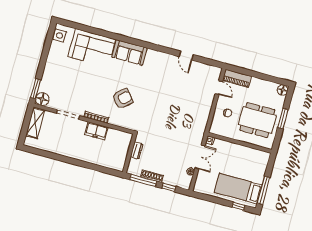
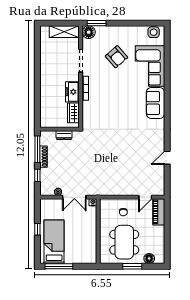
floor lamp: (283, 90) -> (149, 258), moved
armchair: (123, 99) -> (116, 57), moved
wardrobe: (117, 136) -> (73, 113), added
window: (239, 206) -> (37, 229), moved

